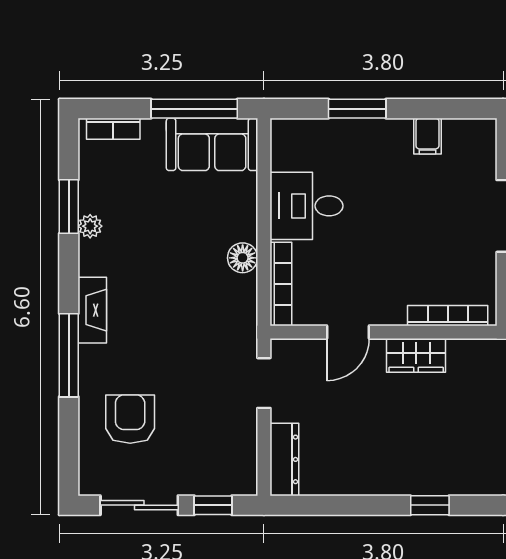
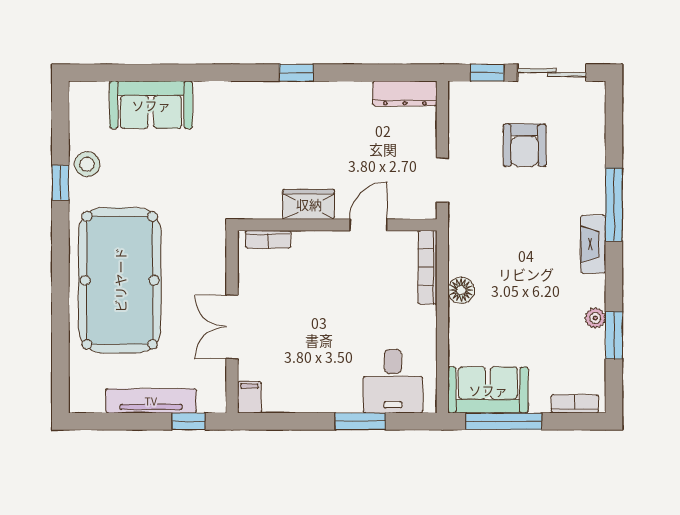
filing cabinet: (427, 136) -> (249, 397), moved
desk: (307, 206) -> (393, 381), moved, turned 90
bookcase: (448, 316) -> (268, 239), width x0.64
armchair: (130, 419) -> (525, 145), moved
dresser: (284, 459) -> (405, 93), moved, turned -90

